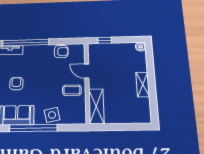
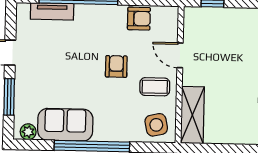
armchair: (16, 84) -> (116, 66), moved
side table: (52, 115) -> (156, 125), moved

